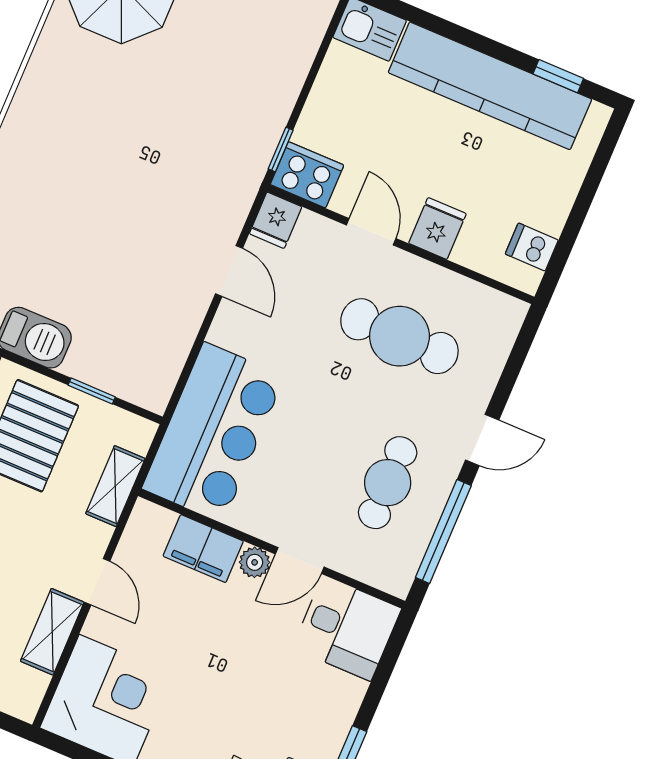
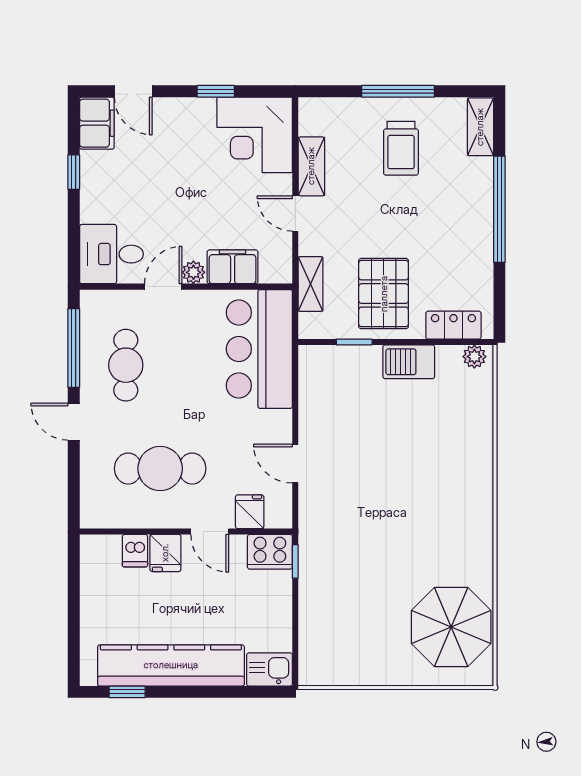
fridge: (276, 220) -> (250, 512), moved
dishwasher: (532, 247) -> (135, 551), moved, turned 90
door: (482, 440) -> (74, 422), hinge flipped

